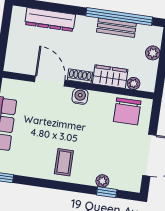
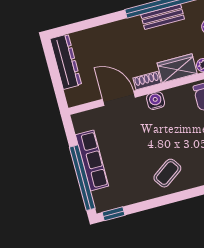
dresser: (50, 20) -> (66, 62), moved, turned -90
coffee table: (64, 162) -> (167, 173), turned 55

